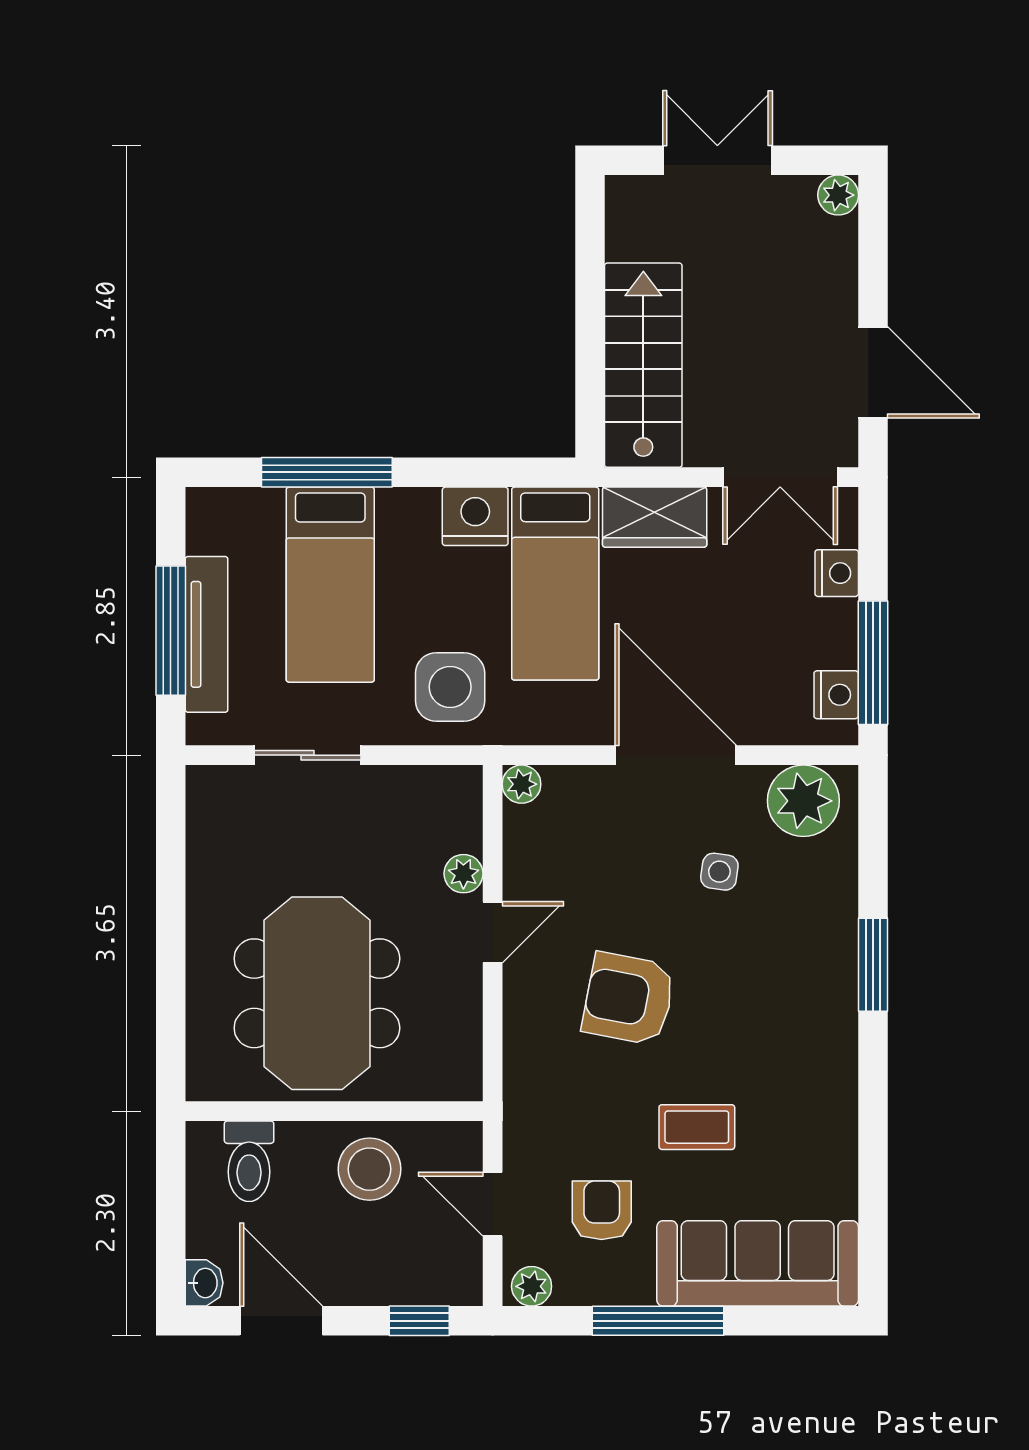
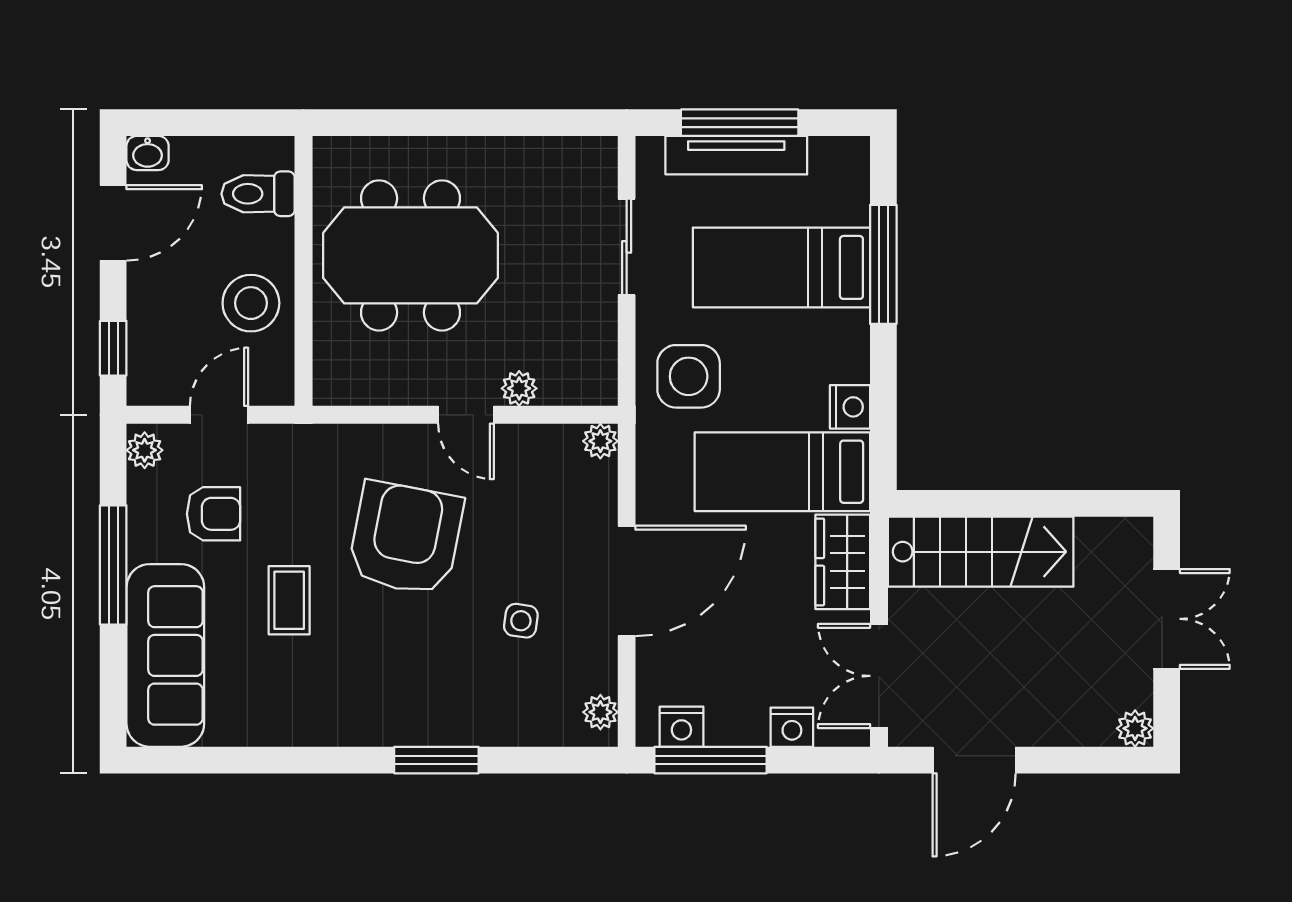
nightstand: (475, 516) -> (850, 407), width x0.74, depth x0.75
plant: (803, 801) -> (600, 712), width x0.53, depth x0.53
armchair: (629, 999) -> (406, 538), width x1.36, depth x1.36

